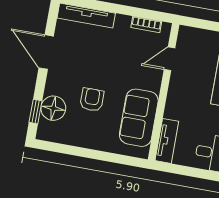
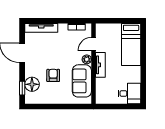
plant: (154, 83) -> (87, 59), added
tv unit: (167, 141) -> (100, 65), moved

